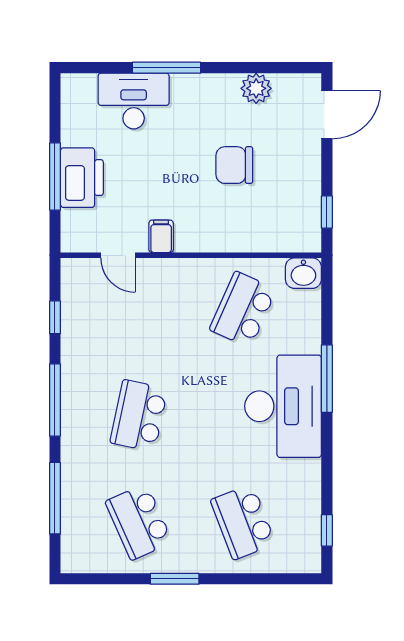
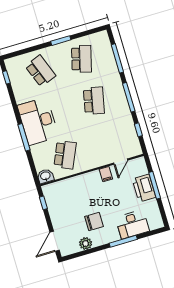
chair: (234, 165) -> (94, 221), moved
door: (118, 255) -> (121, 162), swing flipped
school desk: (139, 522) -> (81, 59), turned 39

